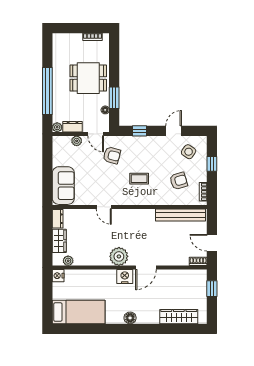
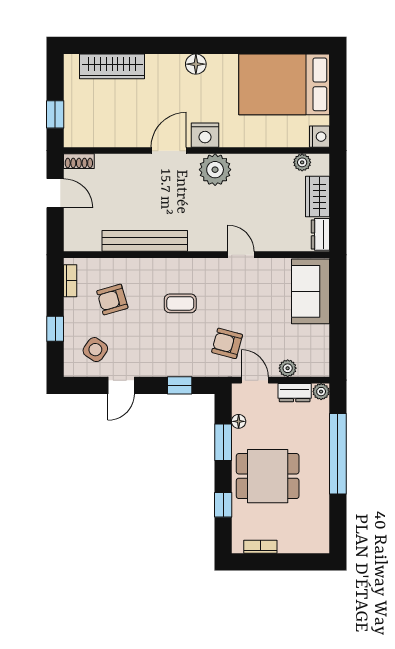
window: (114, 61) -> (223, 505), added
bench: (180, 215) -> (145, 241), moved
bed: (79, 312) -> (284, 84), width x1.50

